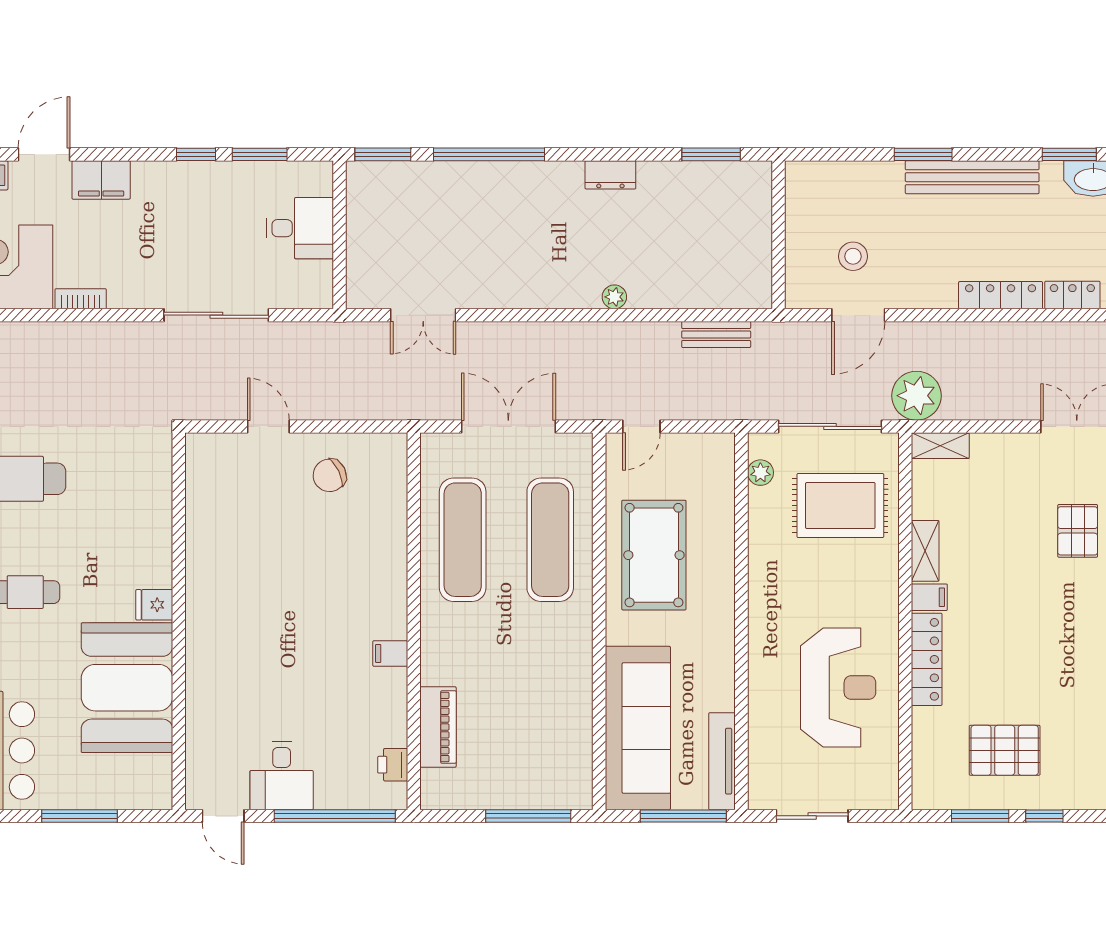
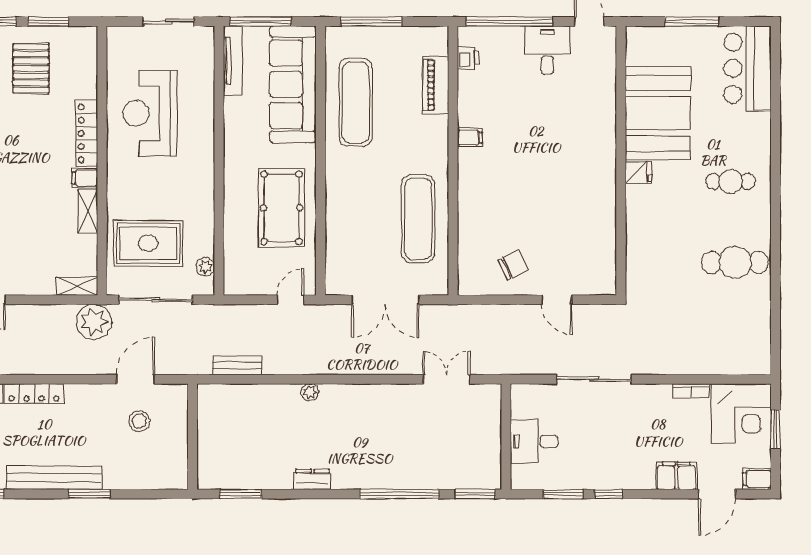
exercise mat: (550, 540) -> (356, 102), moved
pallet: (1005, 750) -> (31, 68), turned 90

